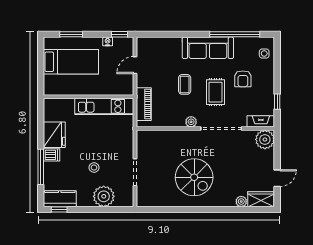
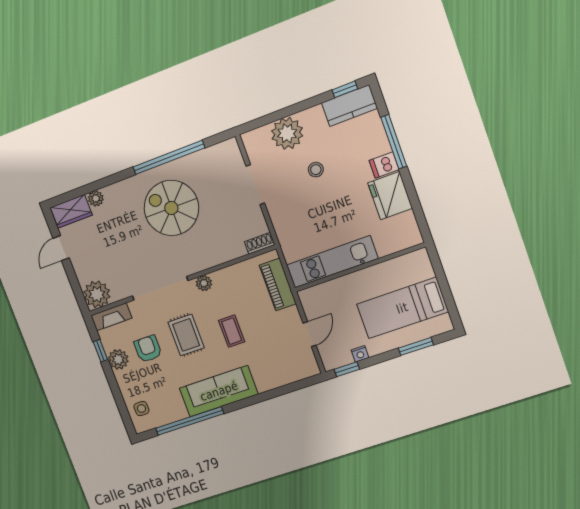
armchair: (243, 79) -> (148, 349), moved
plant: (267, 92) -> (118, 359), added
shoe rack: (146, 134) -> (260, 243), added
window: (184, 210) -> (169, 157), added

